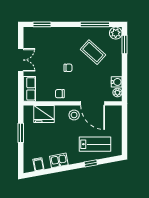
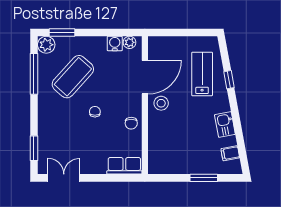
coffee table: (93, 52) -> (73, 77), width x1.36, depth x1.32
double door: (21, 60) -> (64, 178), moved
fridge: (44, 114) -> (160, 145), removed
window: (21, 133) -> (204, 178), moved

